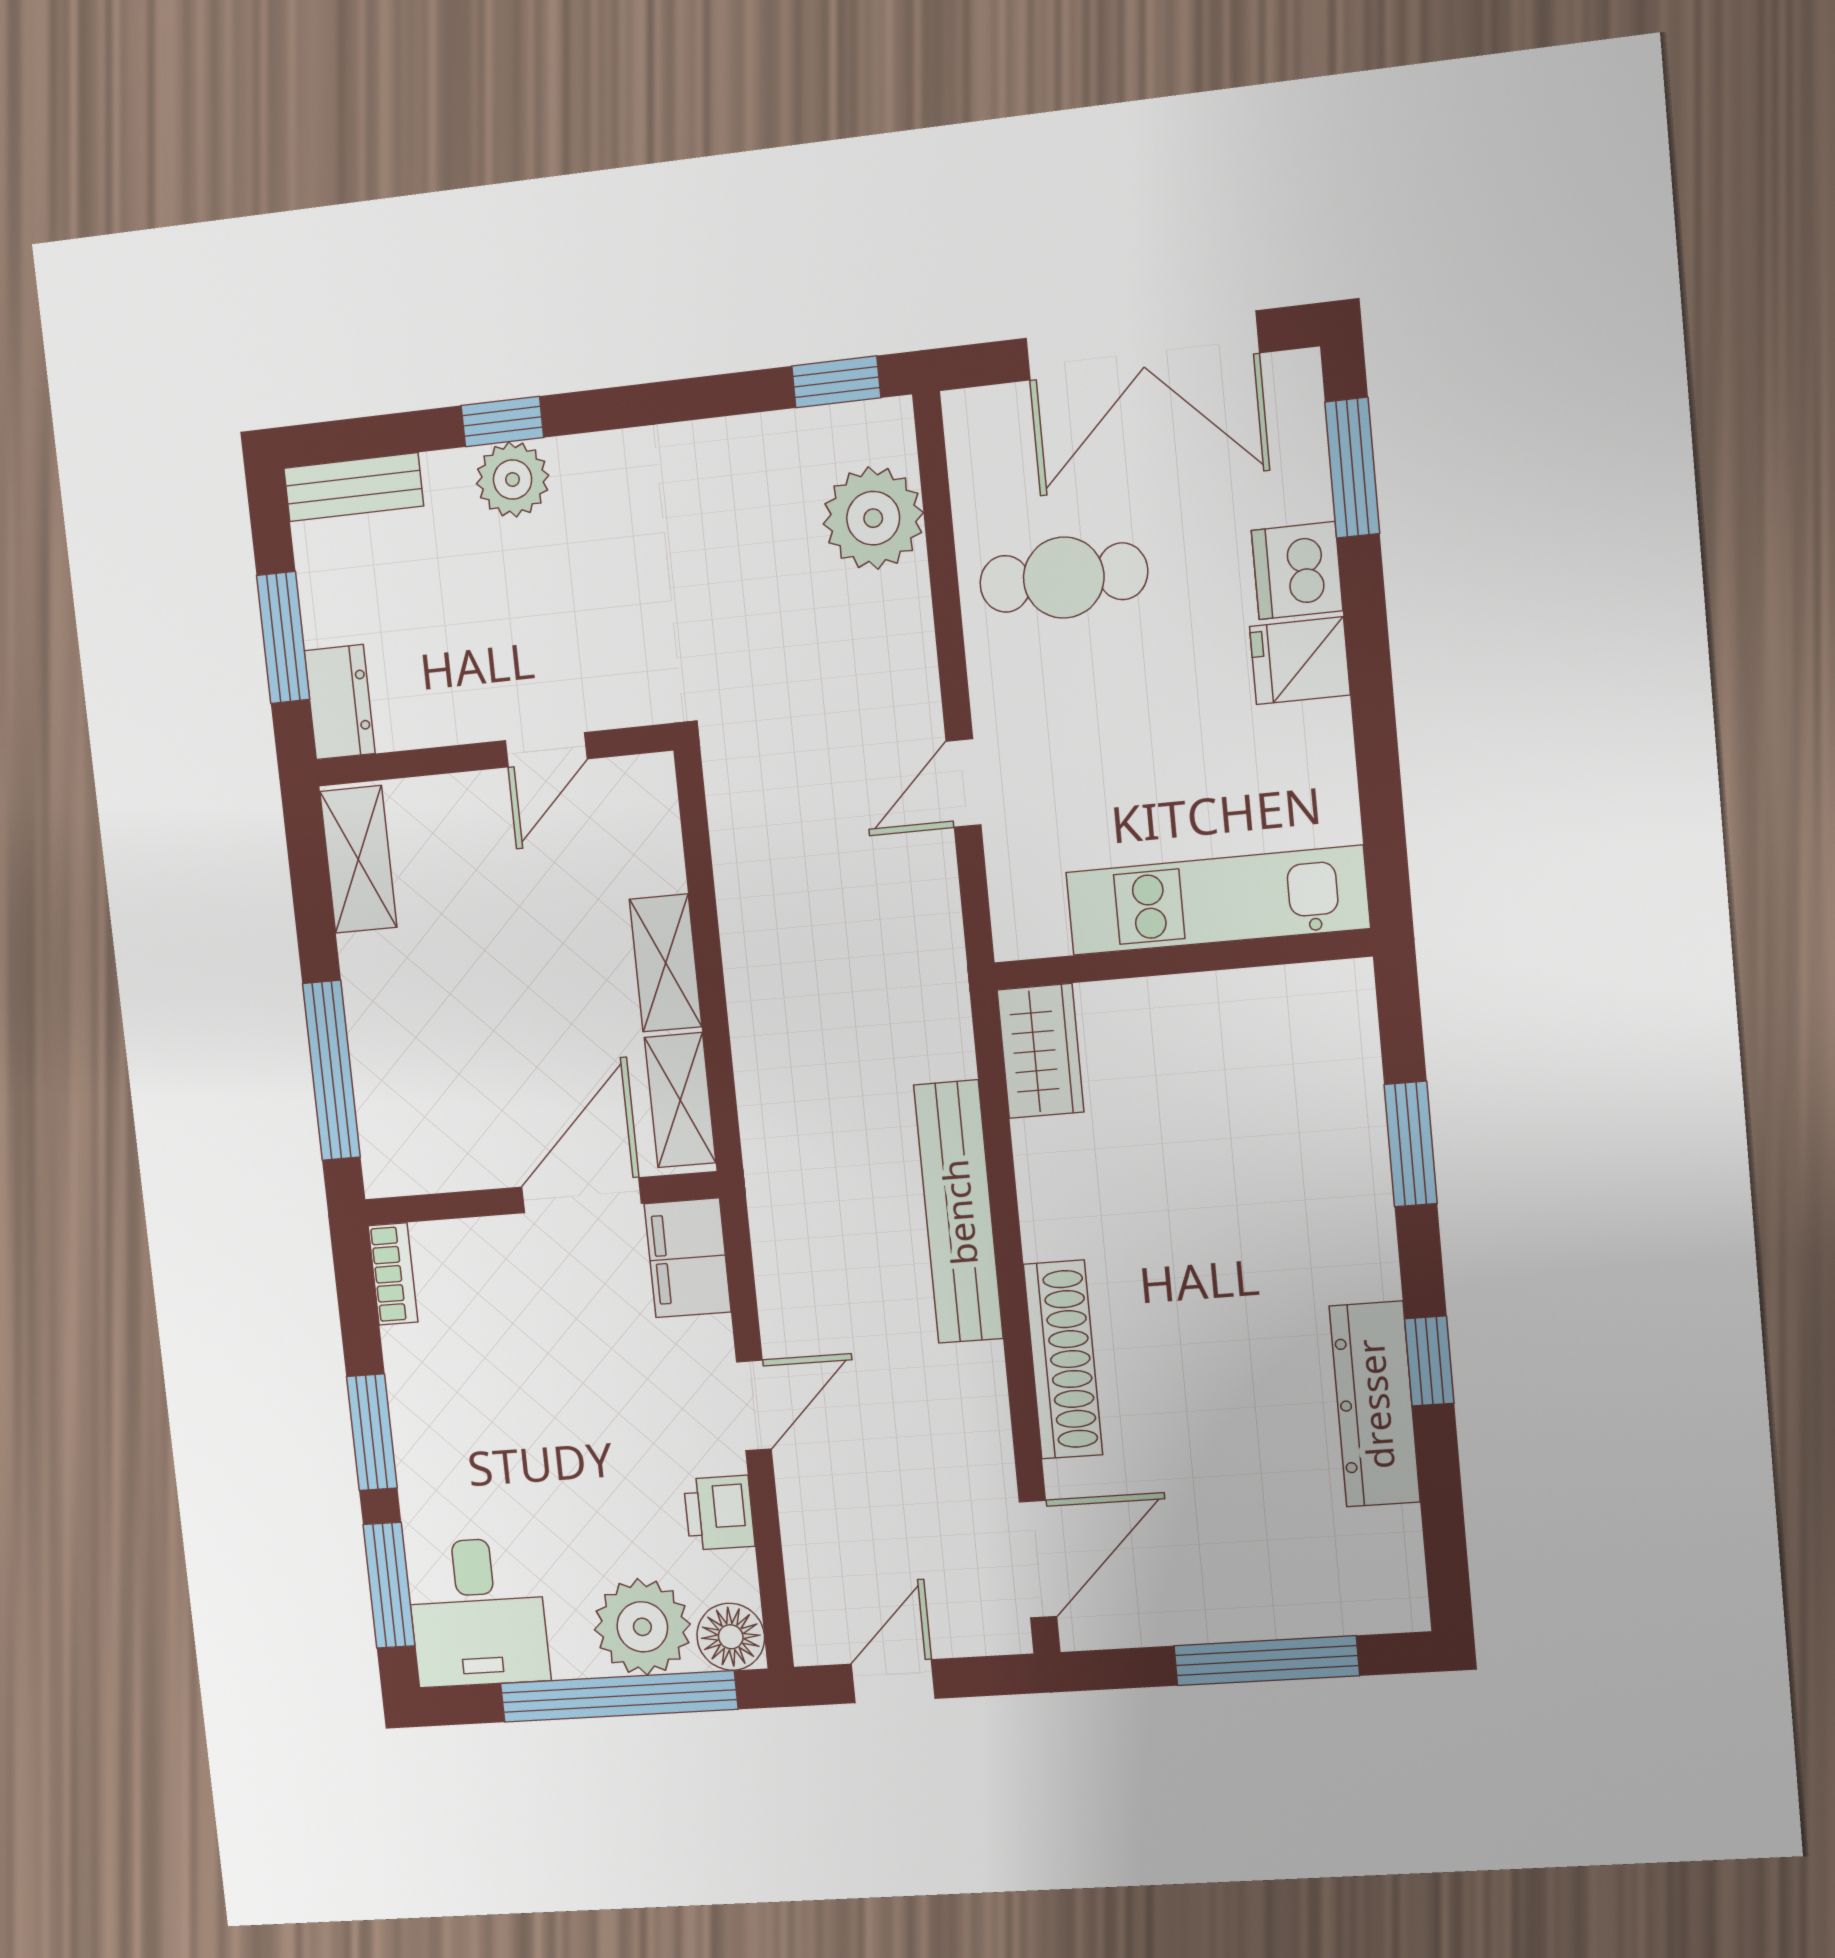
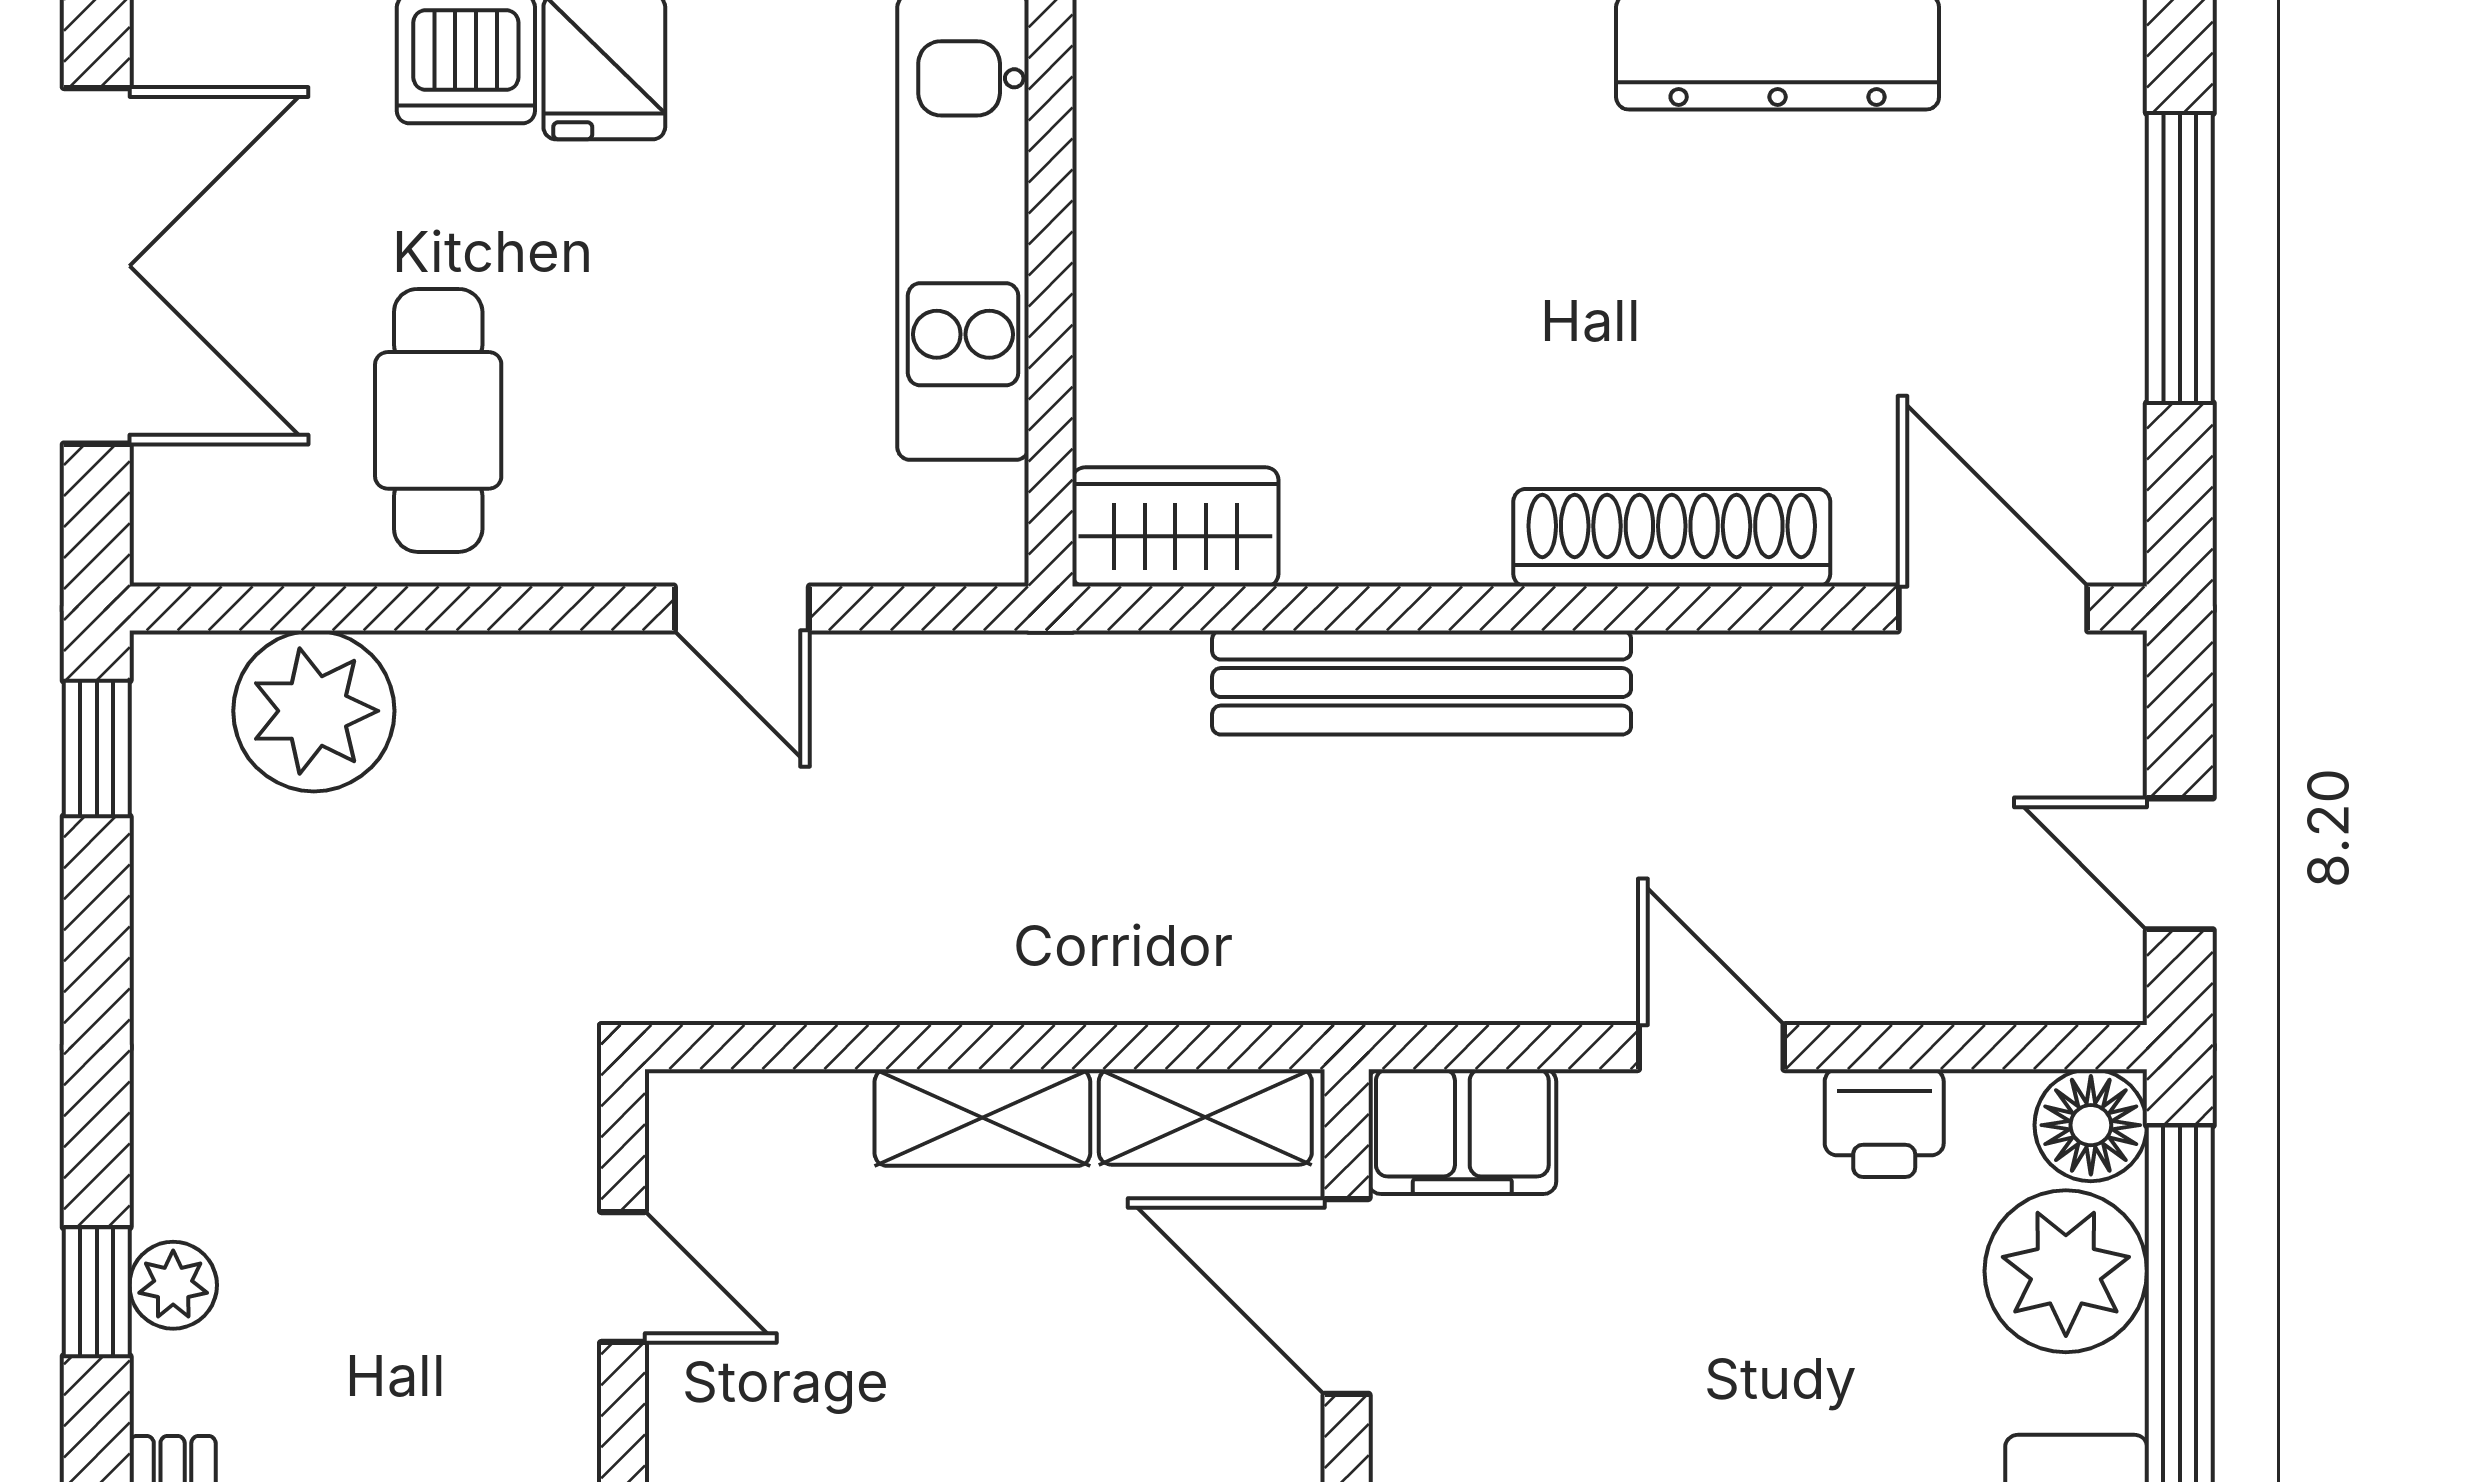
plant: (513, 480) -> (173, 1285), width x0.73, depth x0.73

